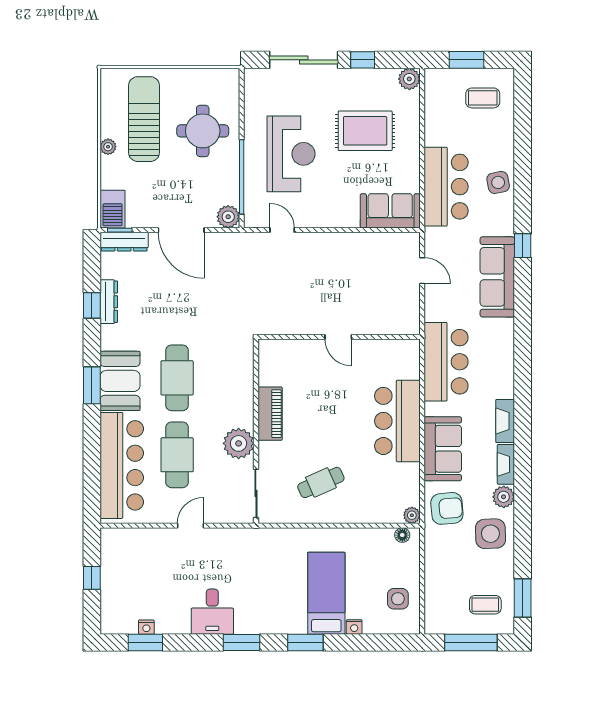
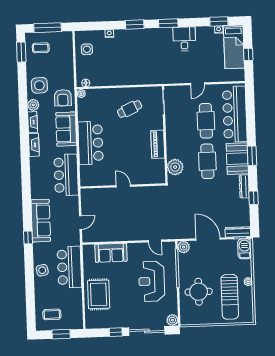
plant: (409, 79) -> (172, 320), moved
rug: (365, 131) -> (99, 294), moved, turned 90
sofa: (390, 211) -> (111, 253), moved
door: (422, 271) -> (80, 222), swing flipped
dresser: (109, 302) -> (244, 186), moved
plant: (239, 443) -> (175, 167), moved
armchair: (447, 508) -> (63, 98), turned -85
bed: (326, 593) -> (234, 47), moved

